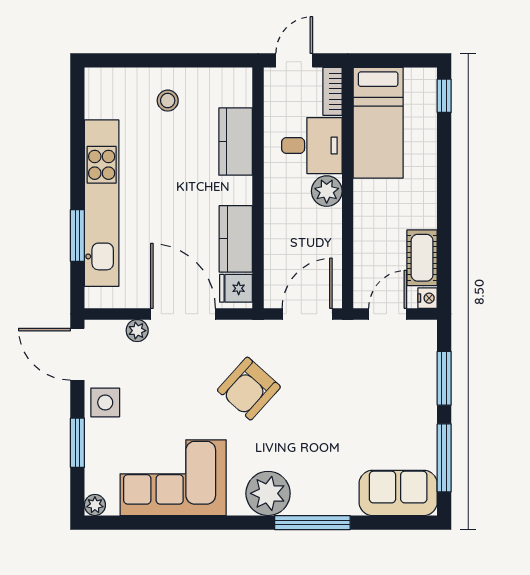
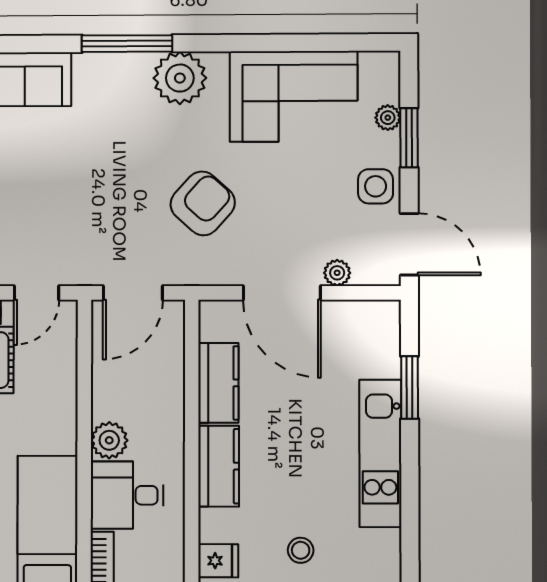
kitchen counter: (236, 142) -> (219, 466), moved
kitchen unit: (102, 203) -> (380, 453), width x0.73
fridge: (236, 288) -> (218, 561), moved
plant: (95, 505) -> (388, 118), moved

